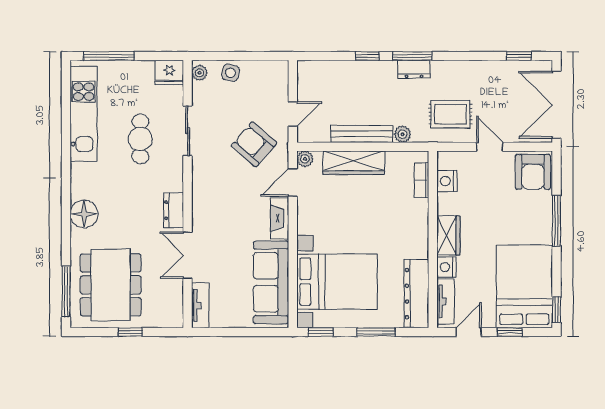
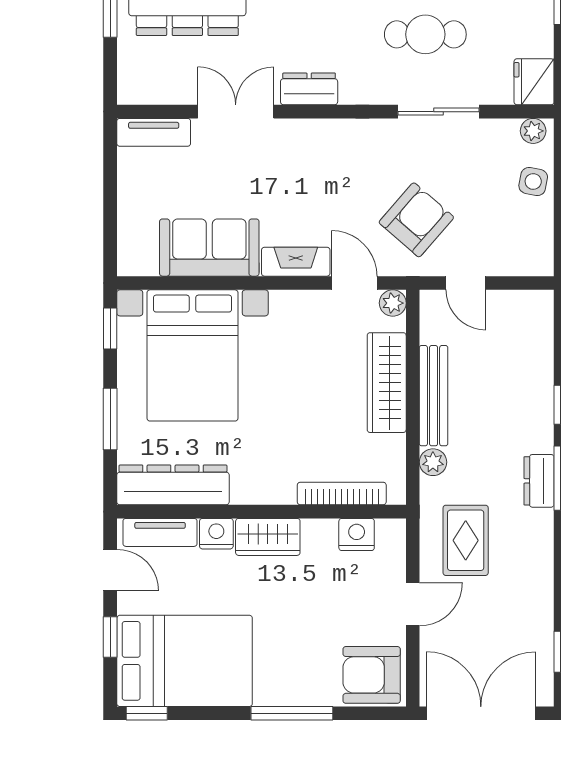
bookcase: (422, 180) -> (342, 494), width x1.56
sofa: (271, 282) -> (209, 248), width x0.73

